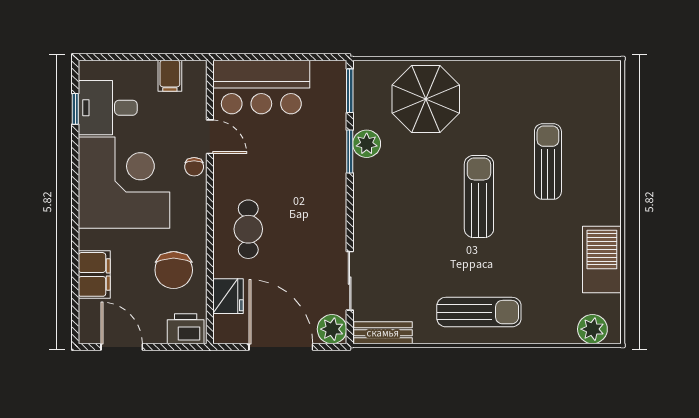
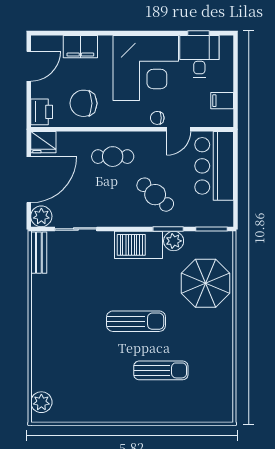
cafe table: (302, 170) -> (155, 195), added
barbecue: (602, 259) -> (138, 245), moved, turned 180
fridge: (228, 296) -> (43, 142), moved
sun lounger: (479, 312) -> (54, 321), removed

